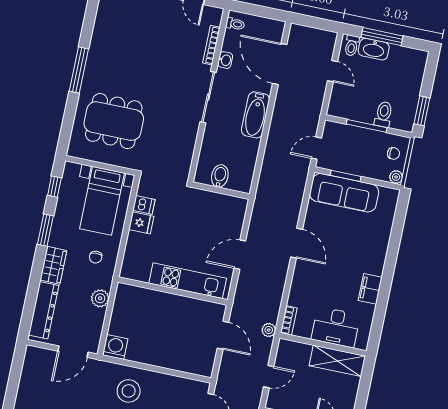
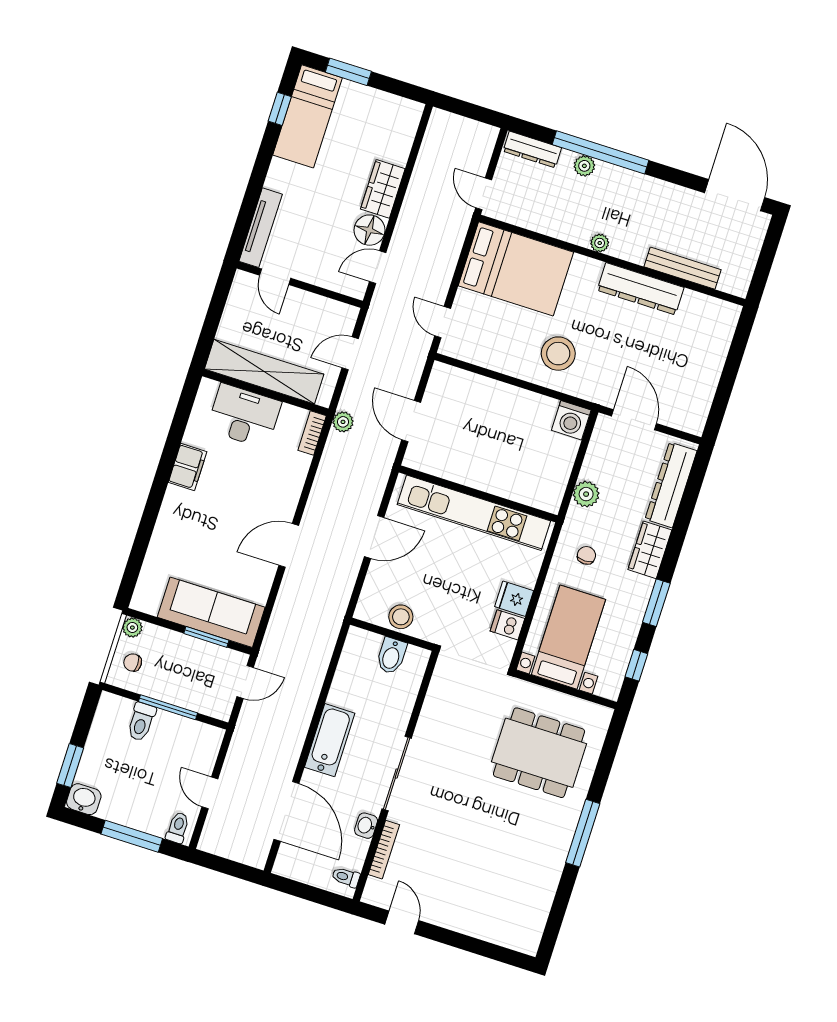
washbasin: (374, 49) -> (84, 799), moved, width x0.72
window: (422, 111) -> (70, 766), moved
stool: (216, 203) -> (401, 617), added
door: (297, 243) -> (289, 545), hinge flipped
kitchen unit: (188, 281) -> (474, 513), width x1.36
door: (73, 352) -> (634, 420), hinge flipped
shelving: (337, 361) -> (264, 372), width x1.47

